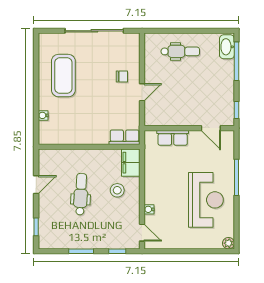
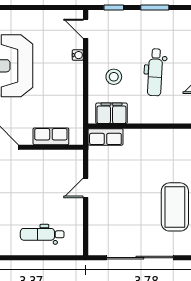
chair: (122, 77) -> (108, 206), removed
filing cabinet: (131, 163) -> (111, 113), moved, turned -90

